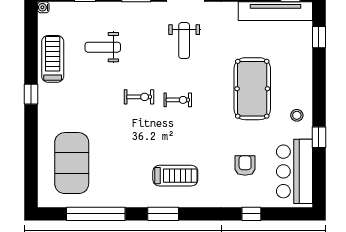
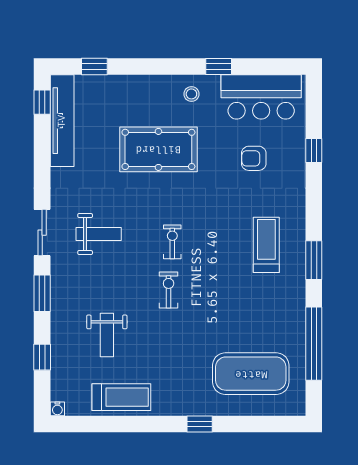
treadmill: (53, 59) -> (121, 397), turned 180
window: (31, 94) -> (200, 424), moved

